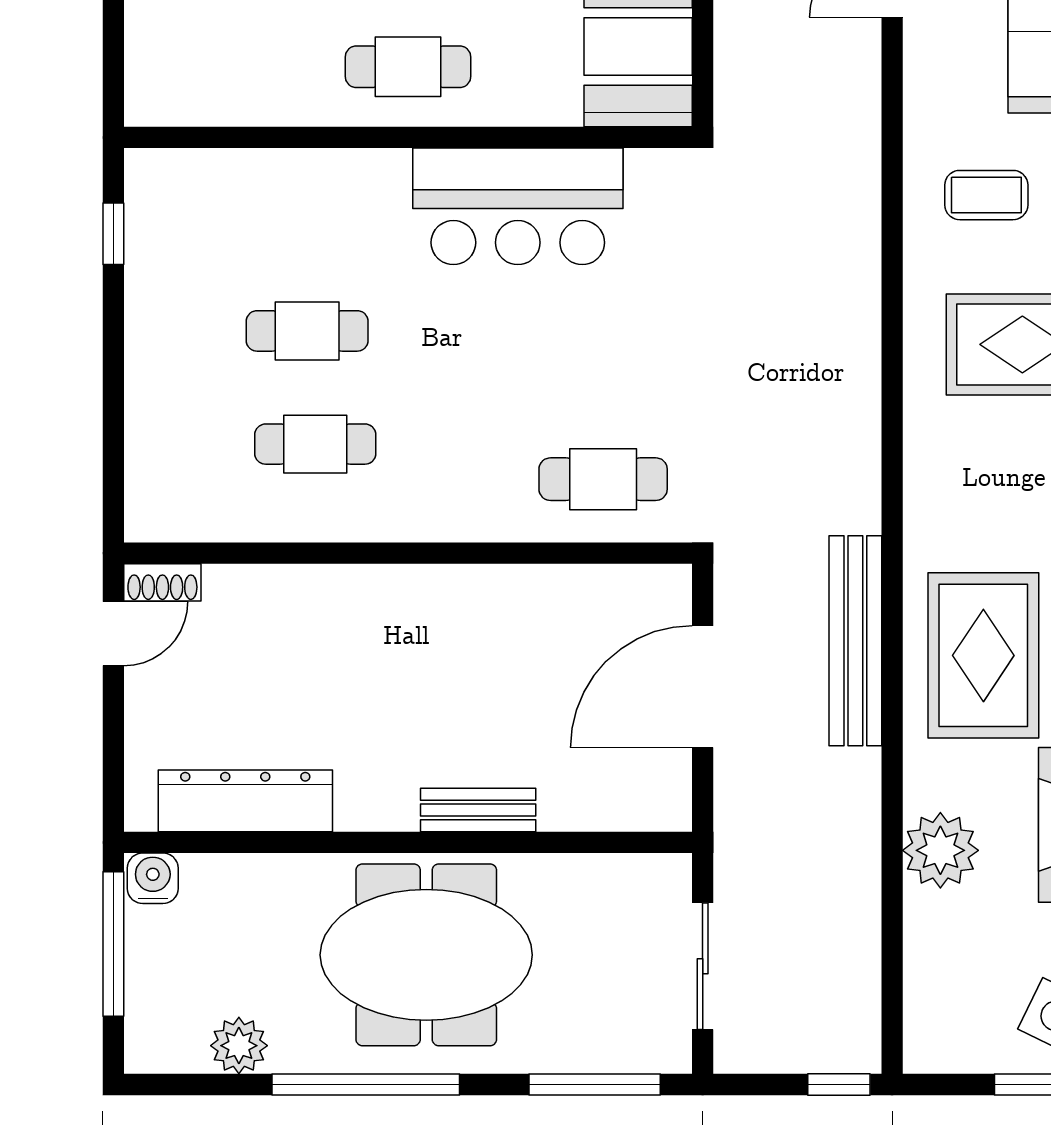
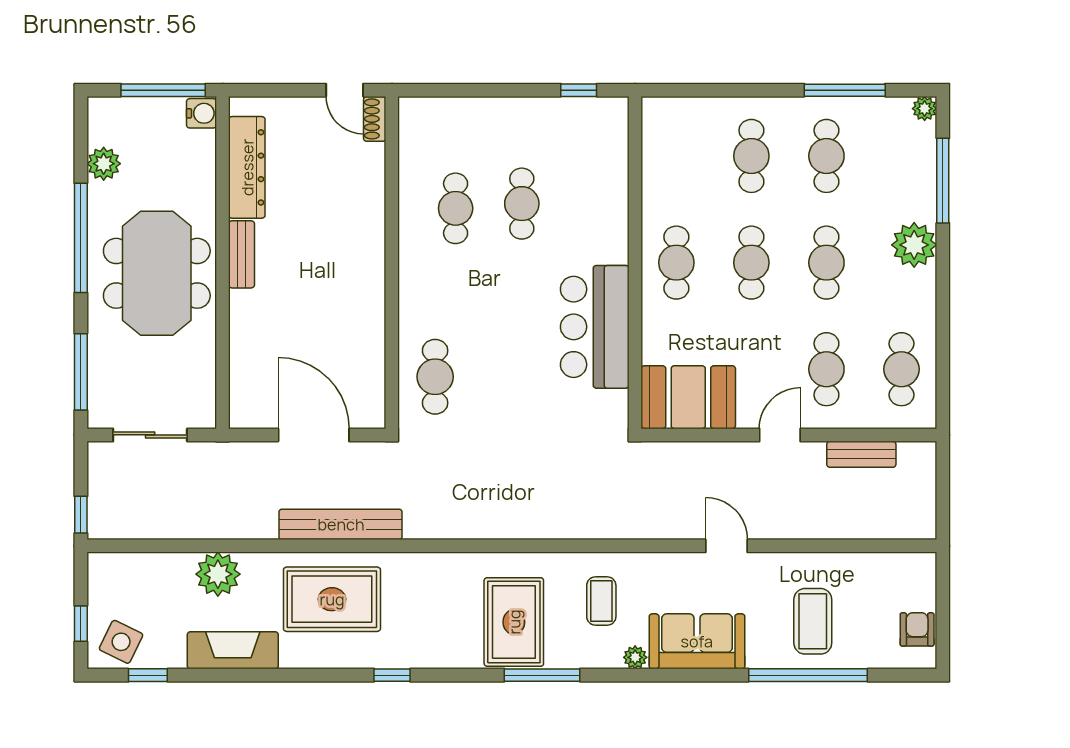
bench: (478, 810) -> (241, 254), moved

